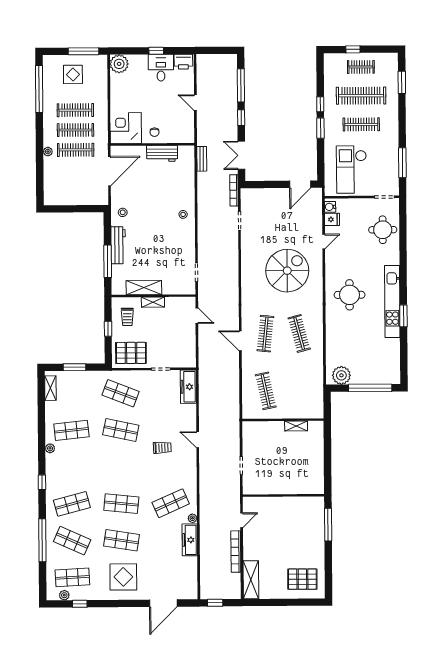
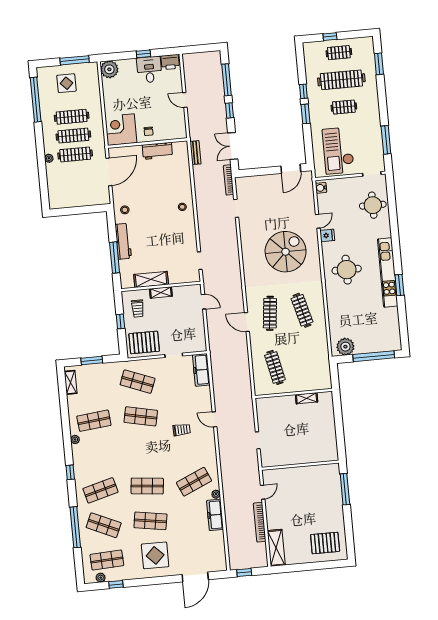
clothes rail: (361, 124) -> (344, 107), width x0.73
fridge: (332, 219) -> (327, 235), moved

